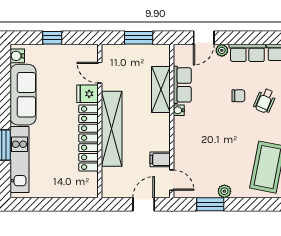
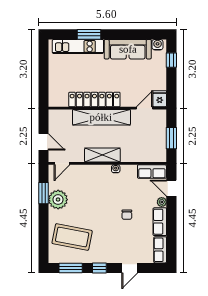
window: (52, 38) -> (171, 60), moved
row of seats: (182, 85) -> (152, 172), moved
shelving: (161, 89) -> (102, 155), moved
fridge: (87, 94) -> (160, 99), moved
wheelchair: (265, 101) -> (123, 235), removed
filing cabinet: (160, 159) -> (78, 154), removed
plant: (224, 191) -> (58, 200), width x1.87, depth x1.87

